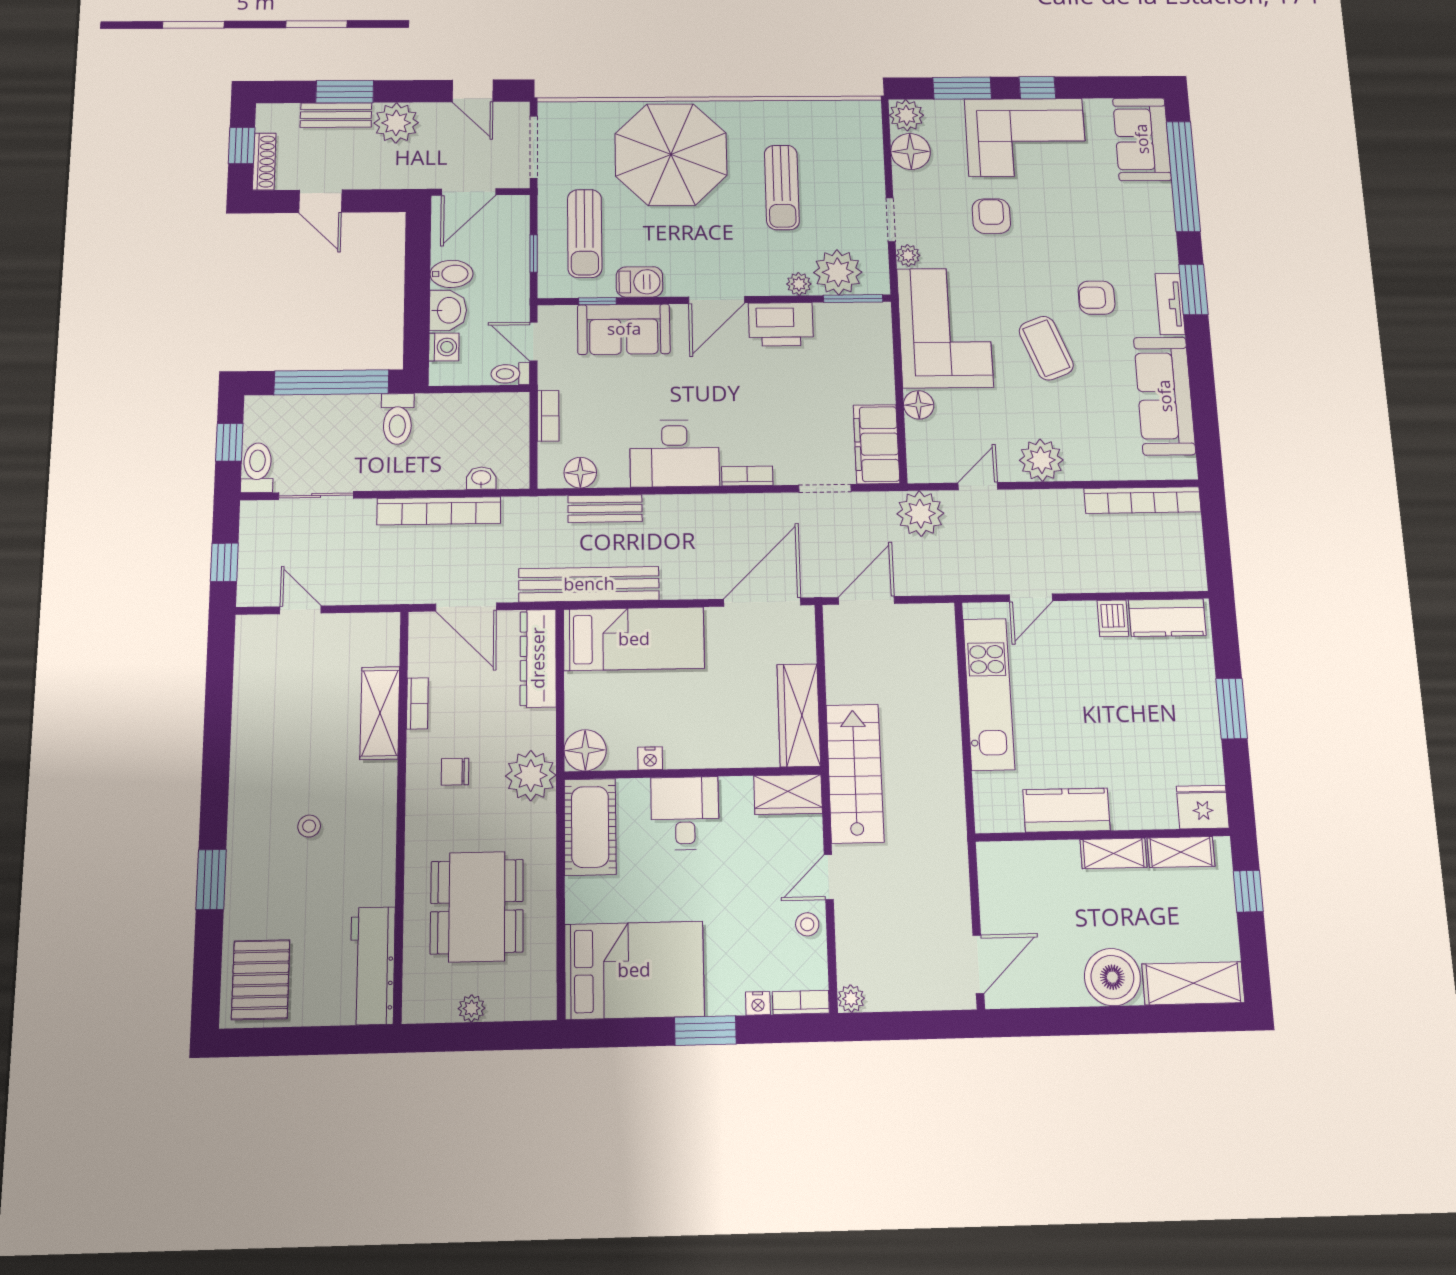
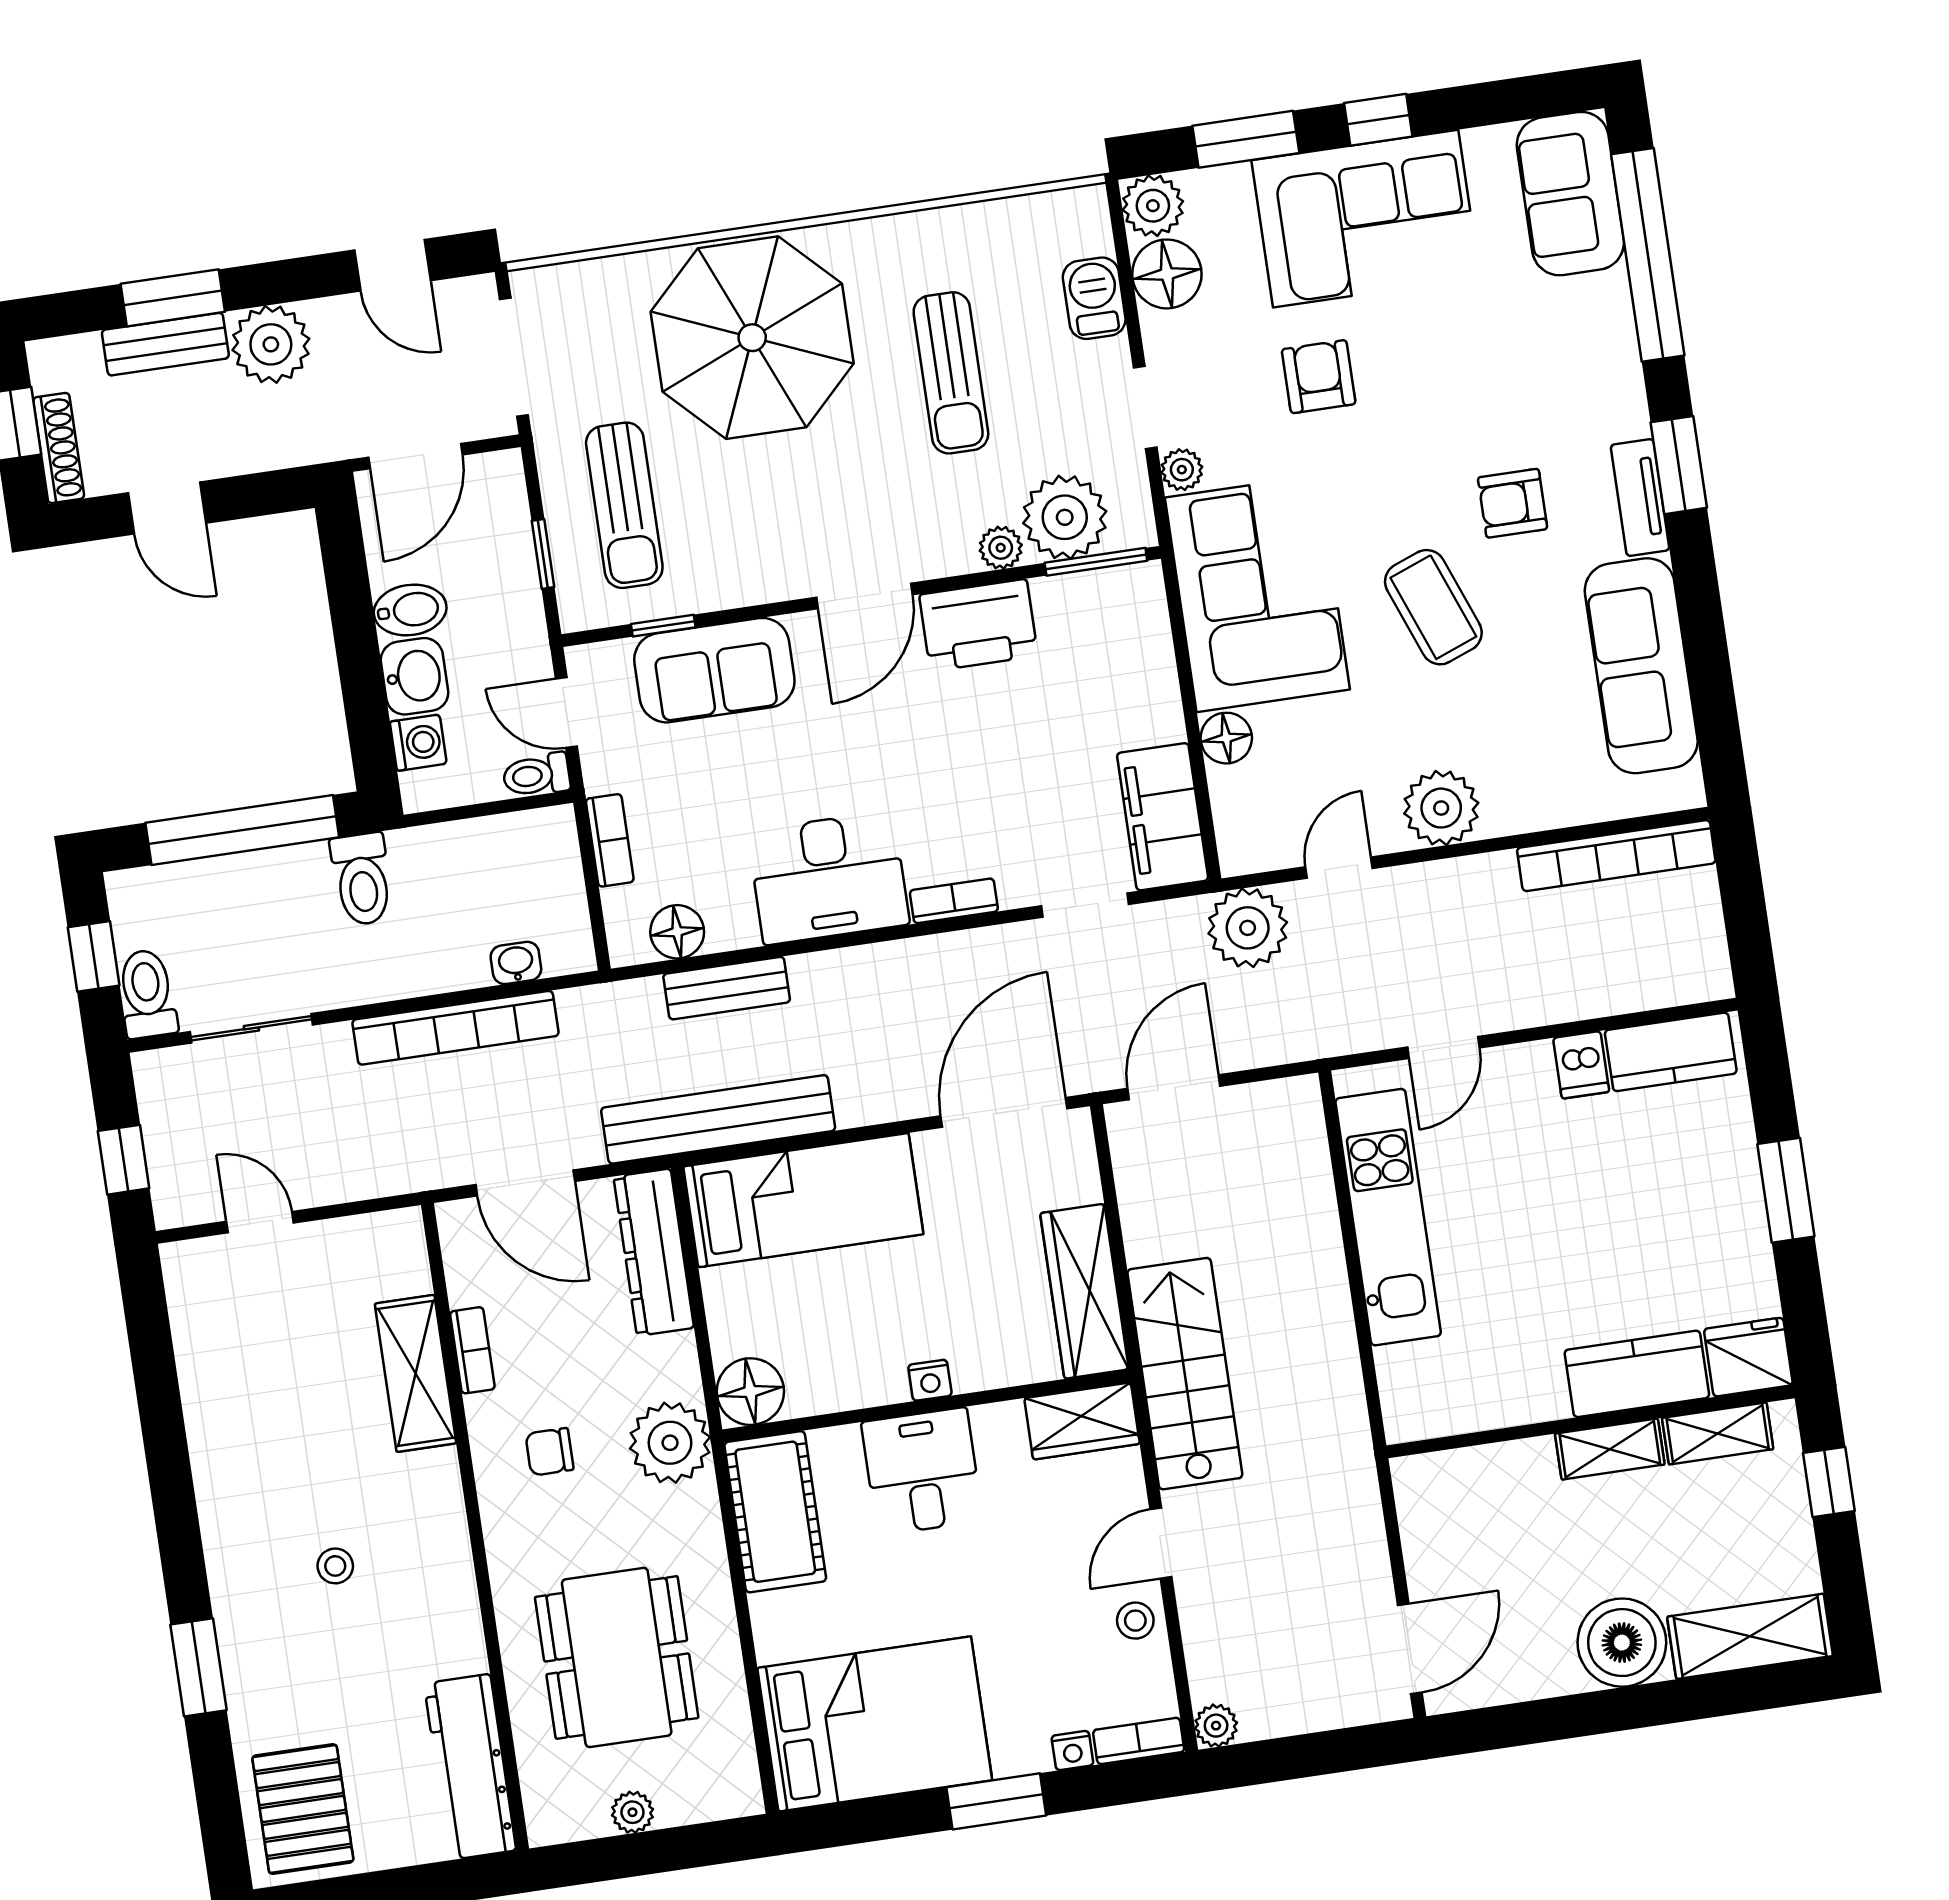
barbecue: (640, 282) -> (1094, 298), moved, turned -90
nightstand: (650, 758) -> (930, 1380), moved
kitchen counter: (1066, 810) -> (1637, 1374), moved

